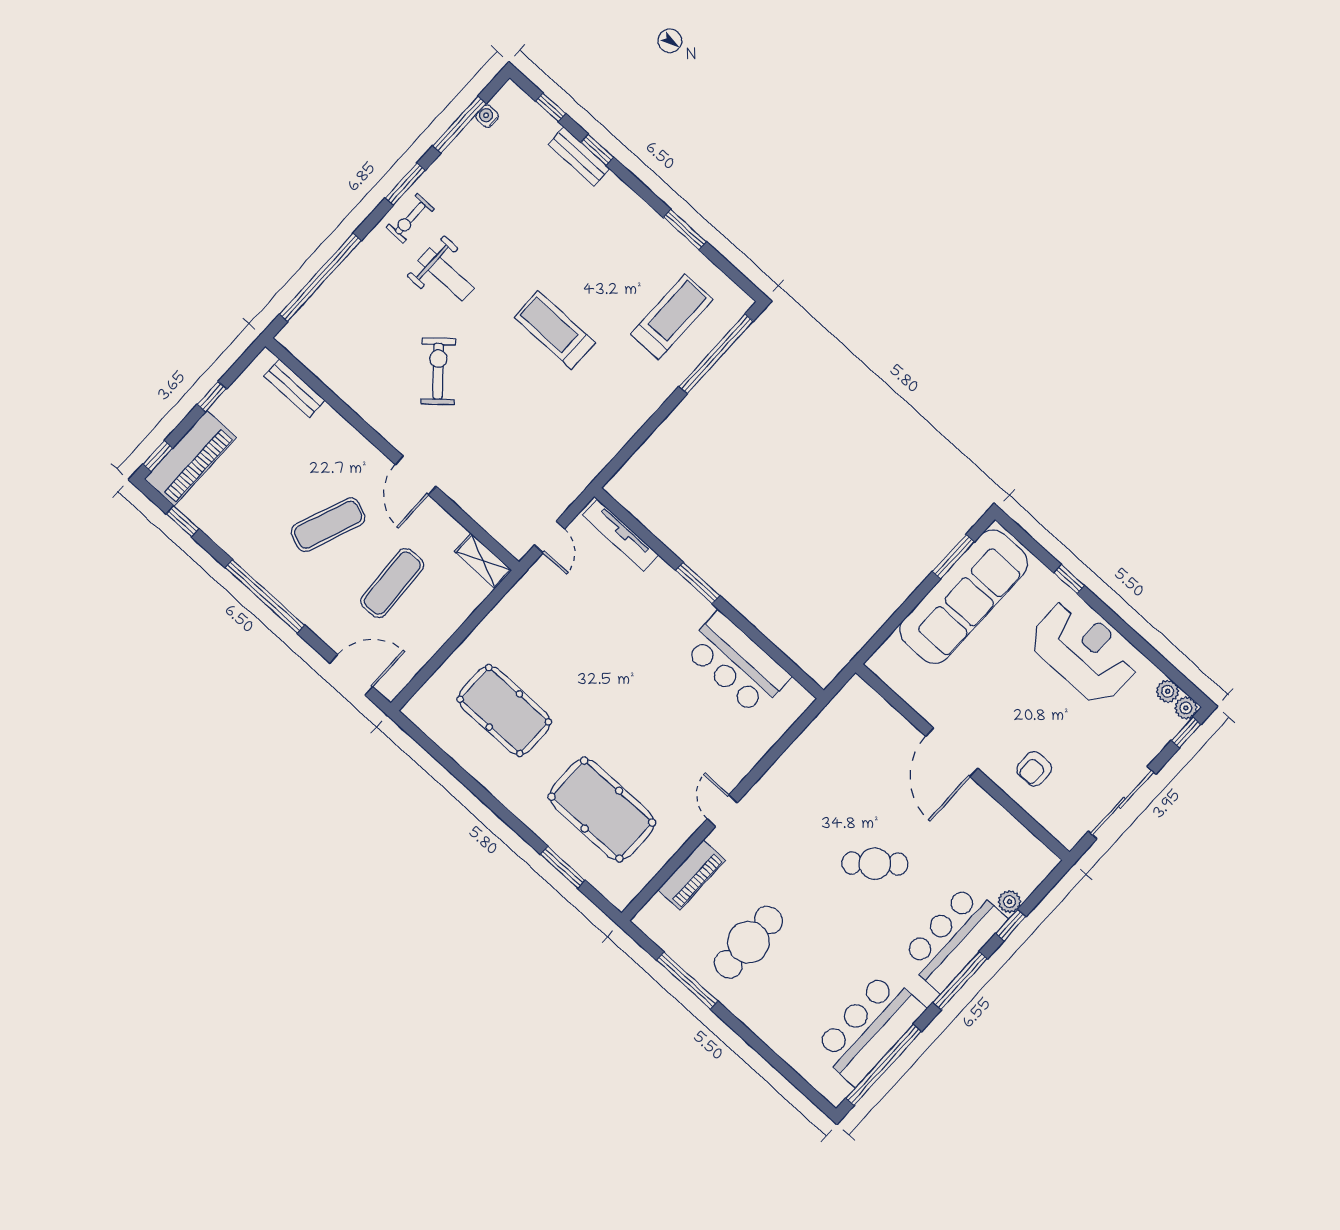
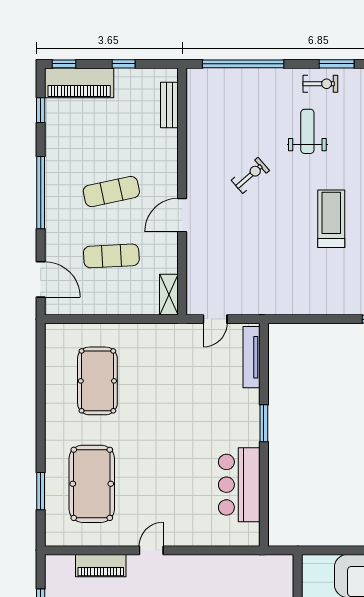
exercise bike: (410, 218) -> (320, 84), turned 180
weight bench: (446, 274) -> (307, 131), turned 180
exercise bike: (438, 371) -> (250, 175), width x0.73, depth x0.72
exercise mat: (328, 525) -> (111, 192), turned -33

